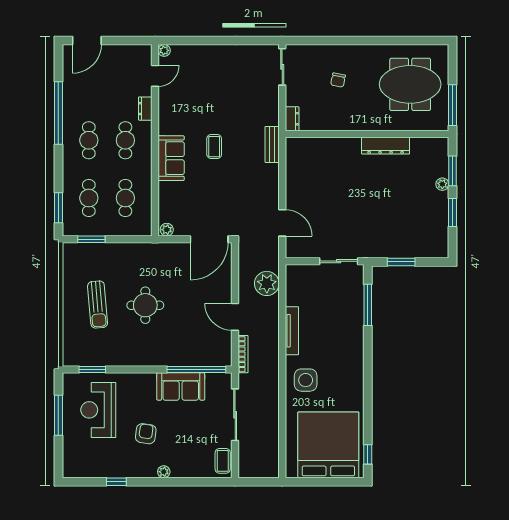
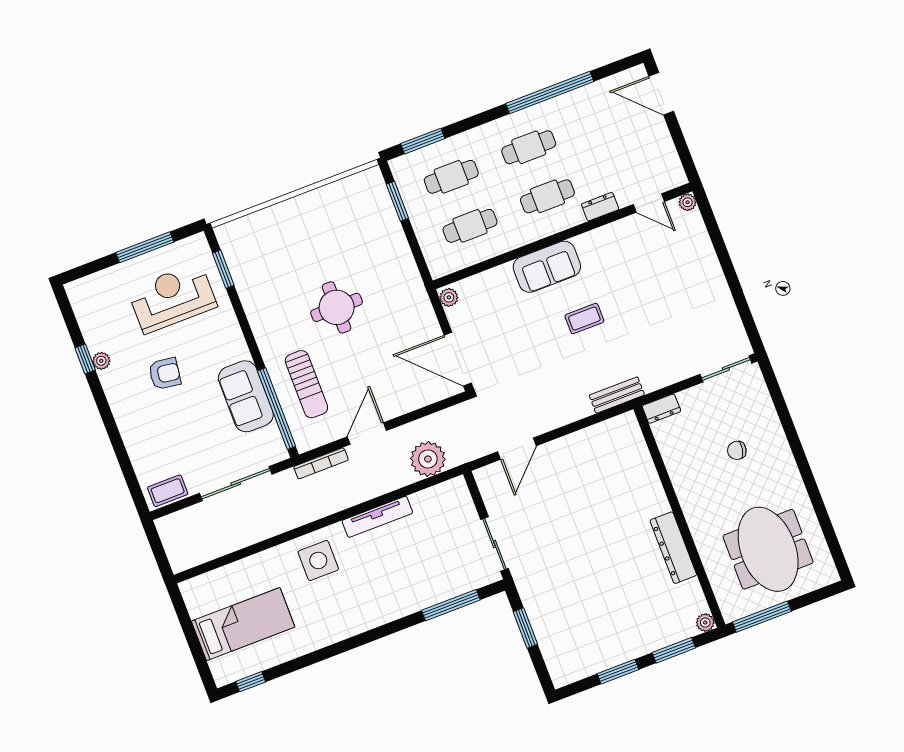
plant: (442, 184) -> (705, 623), moved
sun lounger: (98, 305) -> (306, 384), moved, turned -85
bed: (328, 445) -> (243, 624), width x0.49
plant: (164, 472) -> (101, 361), moved

